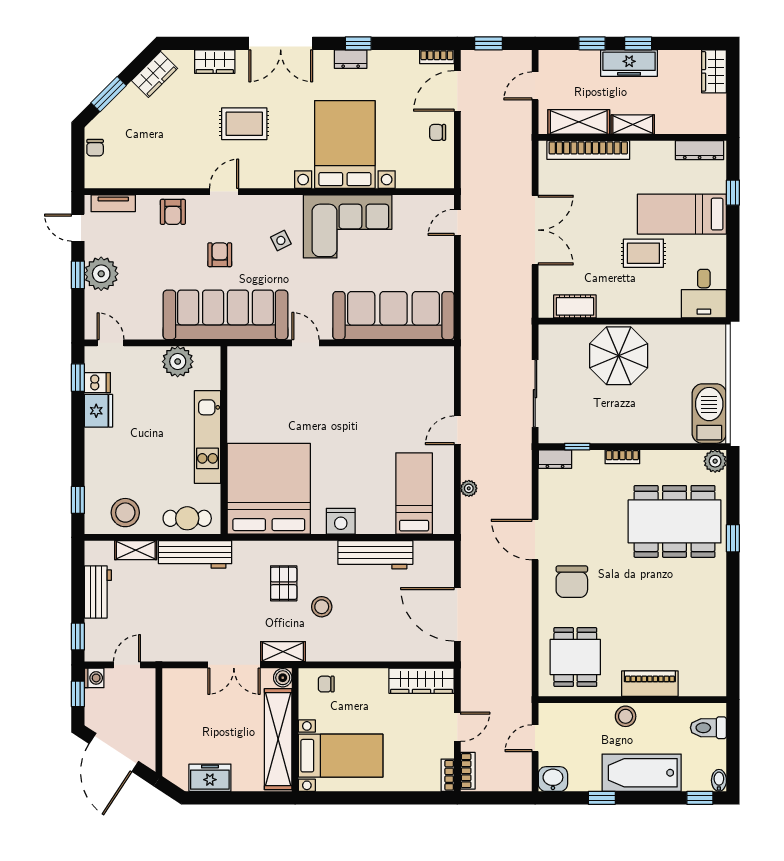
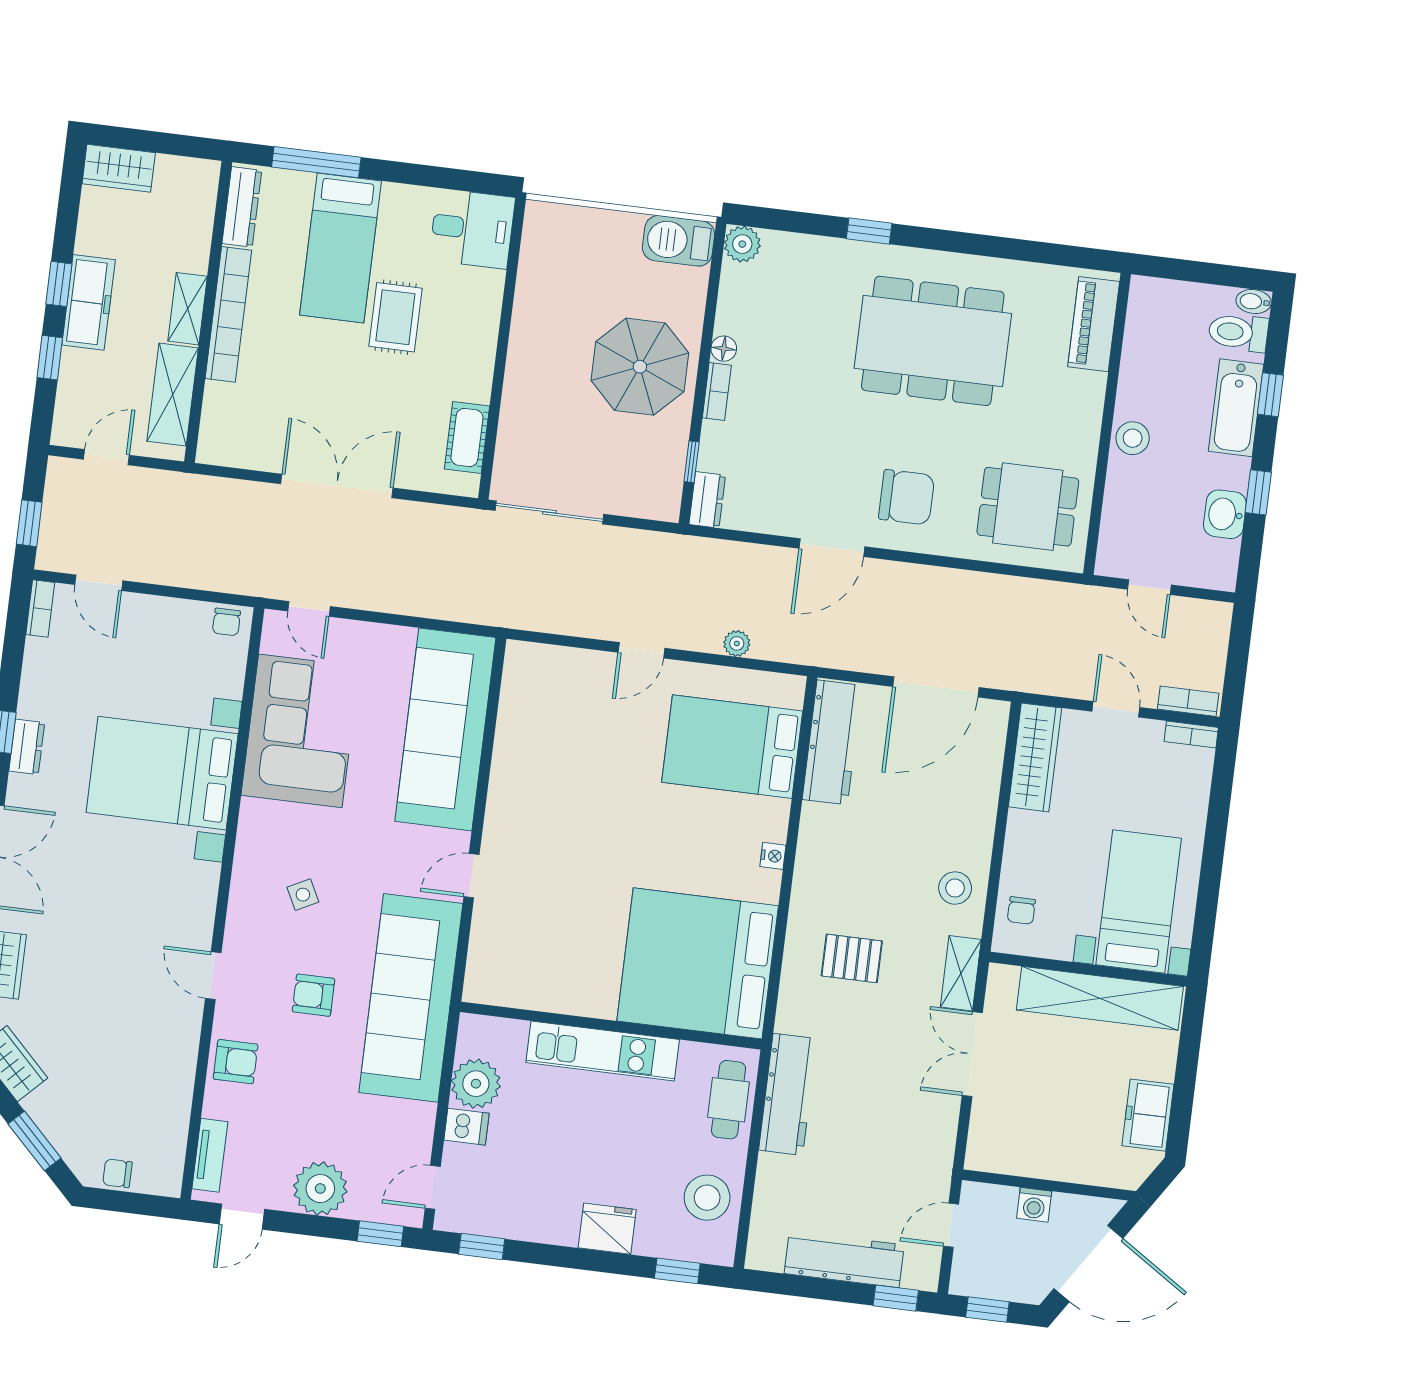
door: (535, 86) -> (106, 457), swing flipped
door: (457, 91) -> (99, 583), width x0.73
rug: (244, 124) -> (109, 930), removed
chair: (438, 132) -> (226, 622), moved
chair: (95, 148) -> (117, 1173), turned 180
bookcase: (588, 150) -> (228, 314), moved
window: (733, 193) -> (316, 162), width x2.17
corner sofa: (348, 226) -> (300, 731), moved
window: (78, 275) -> (380, 1234), moved
parasol: (619, 356) -> (640, 367), moved
dishwasher: (97, 383) -> (466, 1127), moved, turned 90
sliding door: (535, 394) -> (550, 512), moved
fridge: (98, 411) -> (607, 1229), moved
barbecue: (709, 414) -> (678, 241), width x0.73, depth x0.83
door: (457, 430) -> (641, 650), hinge flipped
floor lamp: (649, 458) -> (724, 349), added
bed: (414, 493) -> (732, 747), width x1.50
nightstand: (341, 521) -> (773, 856), width x0.53, depth x0.56
dining table: (675, 521) -> (933, 341), moved, turned 90
shelving: (136, 550) -> (769, 1188), removed
workbench: (375, 555) -> (832, 742), moved
workbench: (98, 592) -> (844, 1259), width x1.37
stool: (322, 607) -> (955, 888), moved
door: (127, 665) -> (951, 1225), hinge flipped
double door: (234, 665) -> (972, 1054), swing flipped
washing machine: (94, 678) -> (1034, 1205), moved, turned 180
boiler: (283, 678) -> (1003, 979), removed
piano: (650, 684) -> (1094, 324), moved
toilet: (708, 728) -> (1238, 332), moved, turned 90
bathtub: (642, 773) -> (1236, 408), width x0.73, depth x0.73
washbasin: (553, 779) -> (1225, 514), moved
window: (700, 798) -> (1270, 395), moved

